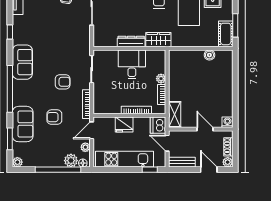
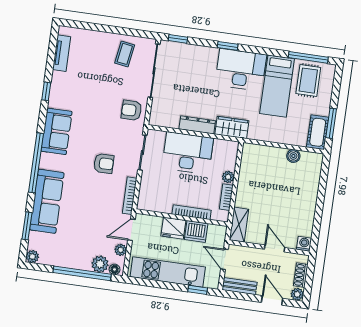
desk: (132, 64) -> (188, 153), width x1.37
armchair: (54, 117) -> (131, 110), moved
sofa: (23, 124) -> (47, 201), width x1.36
dishwasher: (158, 125) -> (196, 232), moved, turned -90

